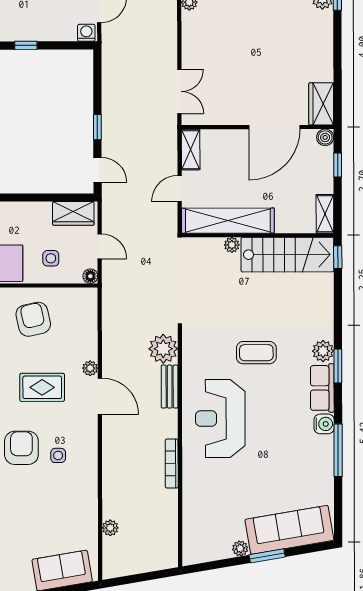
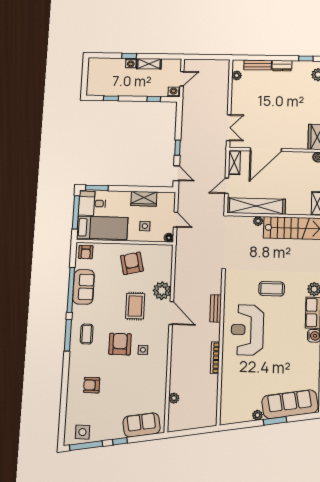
window: (26, 45) -> (154, 99), moved
door: (274, 127) -> (266, 150), moved
wardrobe: (73, 213) -> (144, 199), moved
plant: (163, 349) -> (213, 284), removed
plant: (90, 368) -> (162, 291), width x1.87, depth x1.87
rug: (42, 387) -> (135, 306), turned 90

